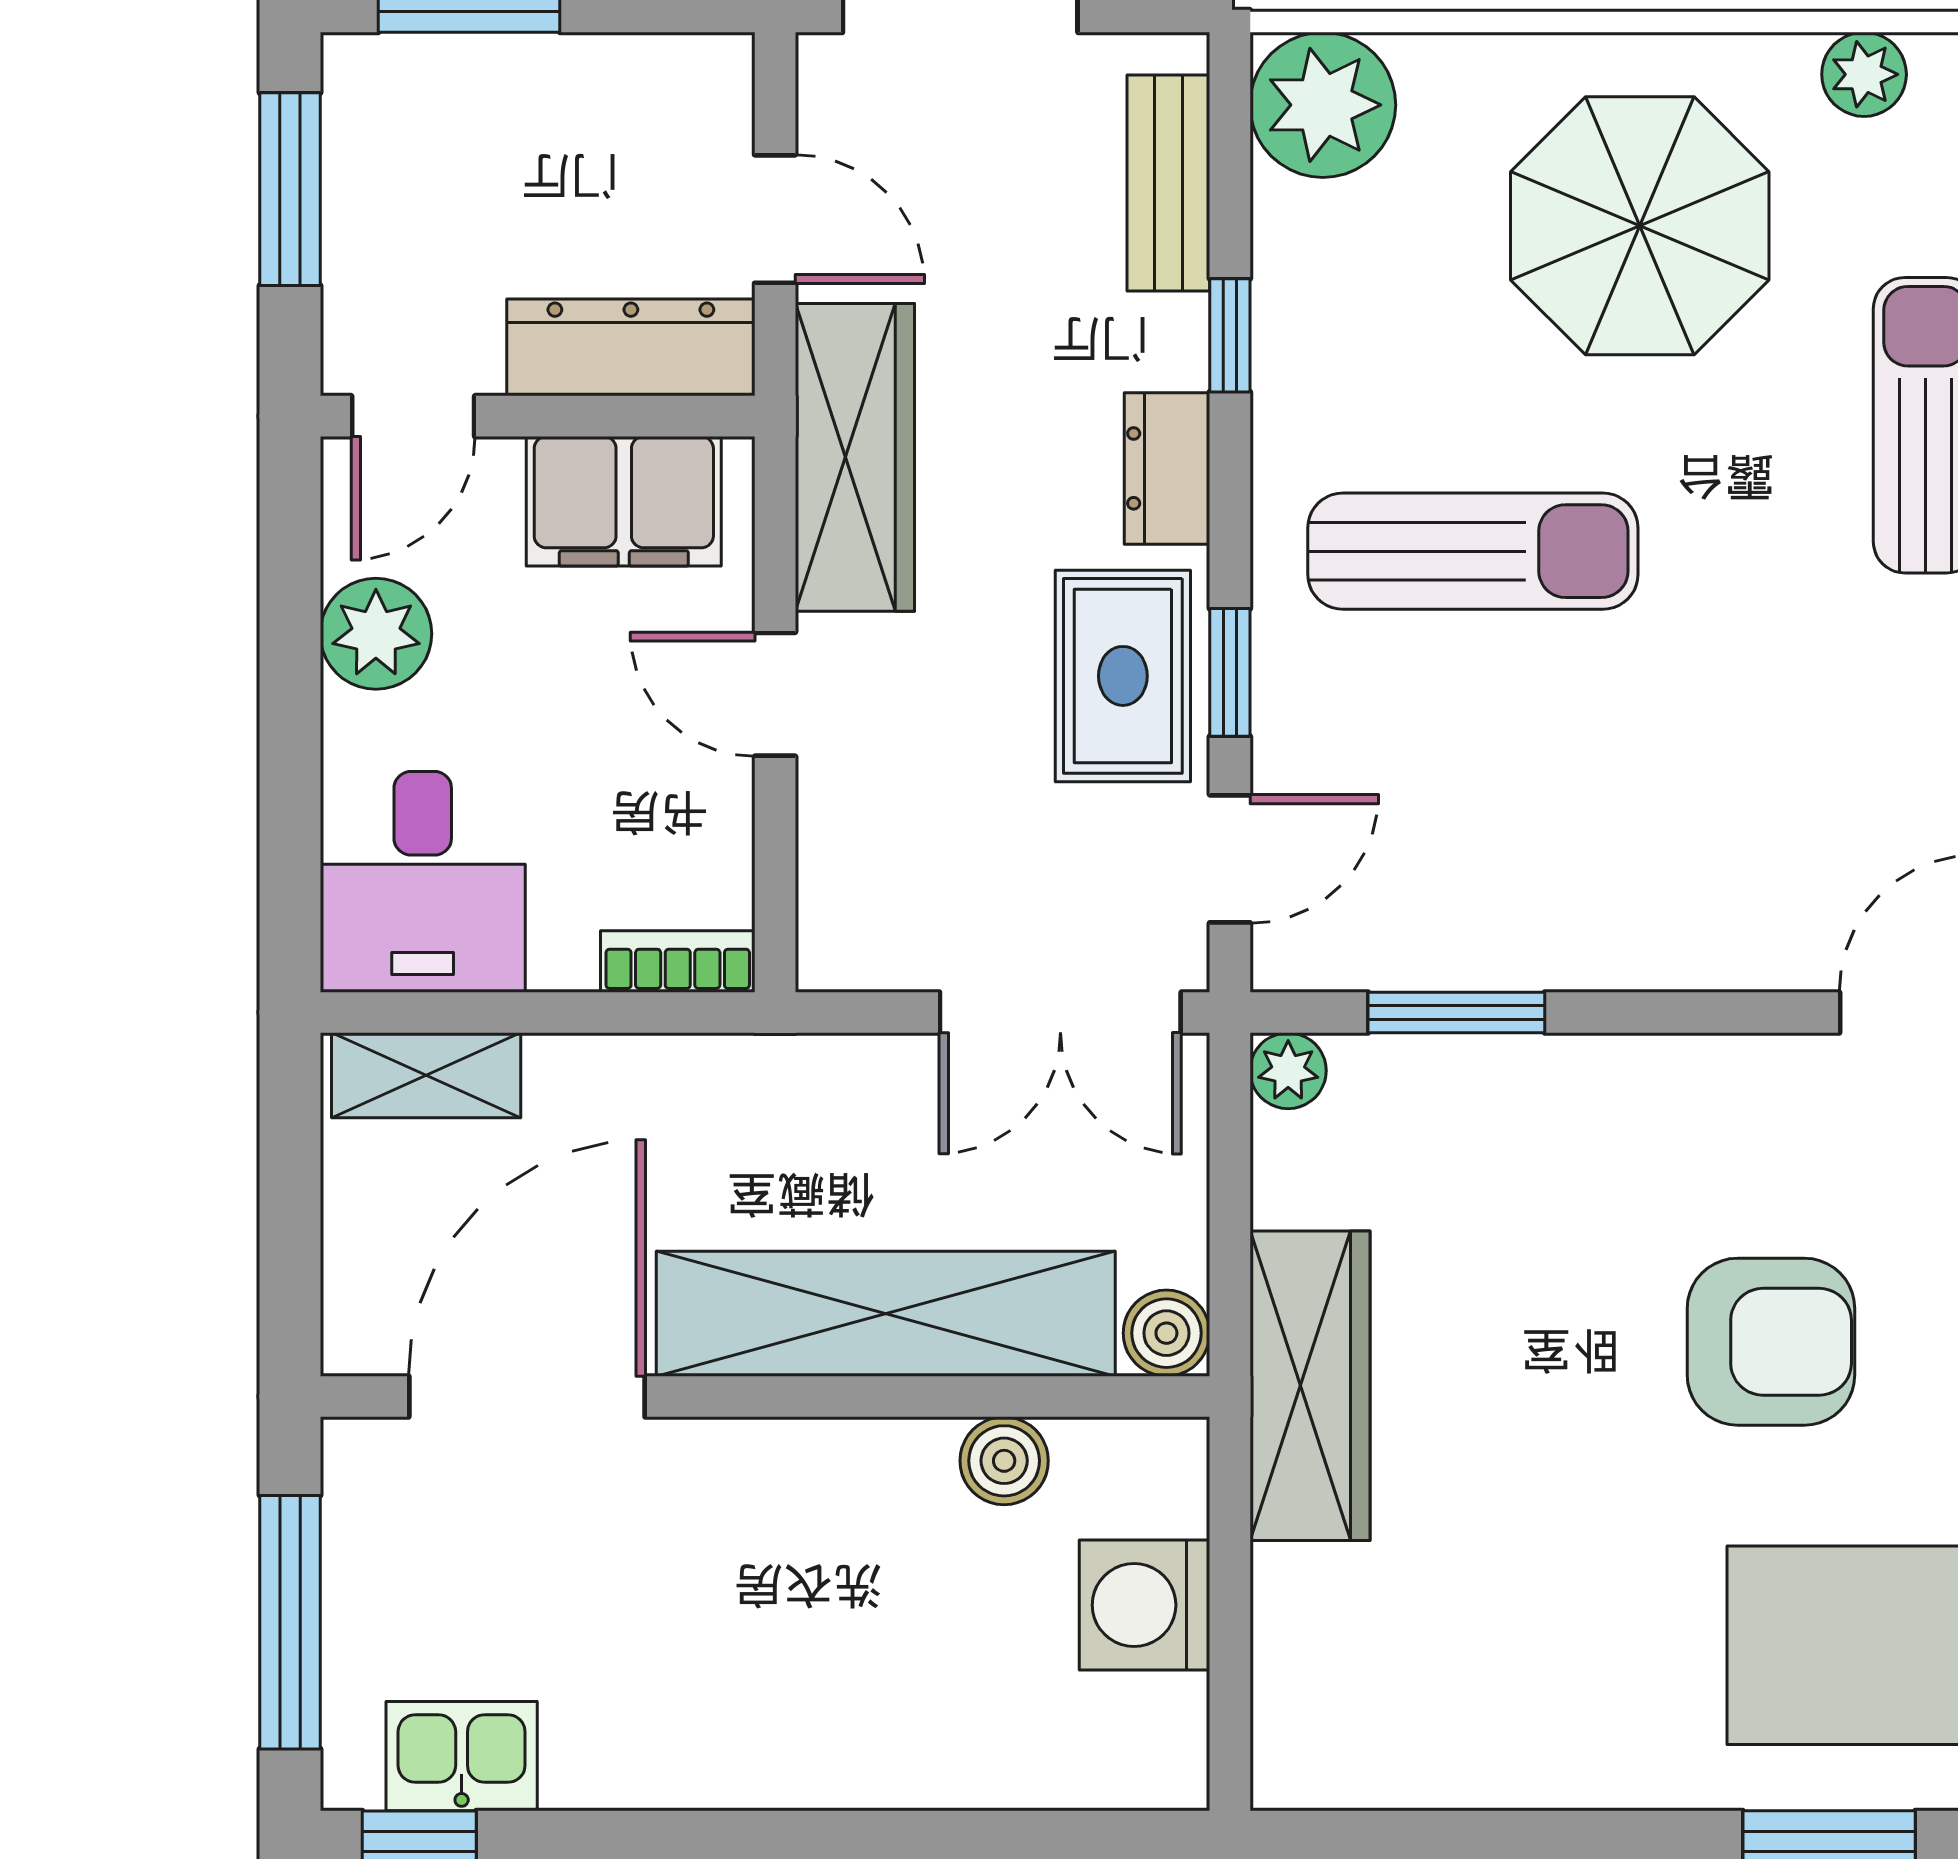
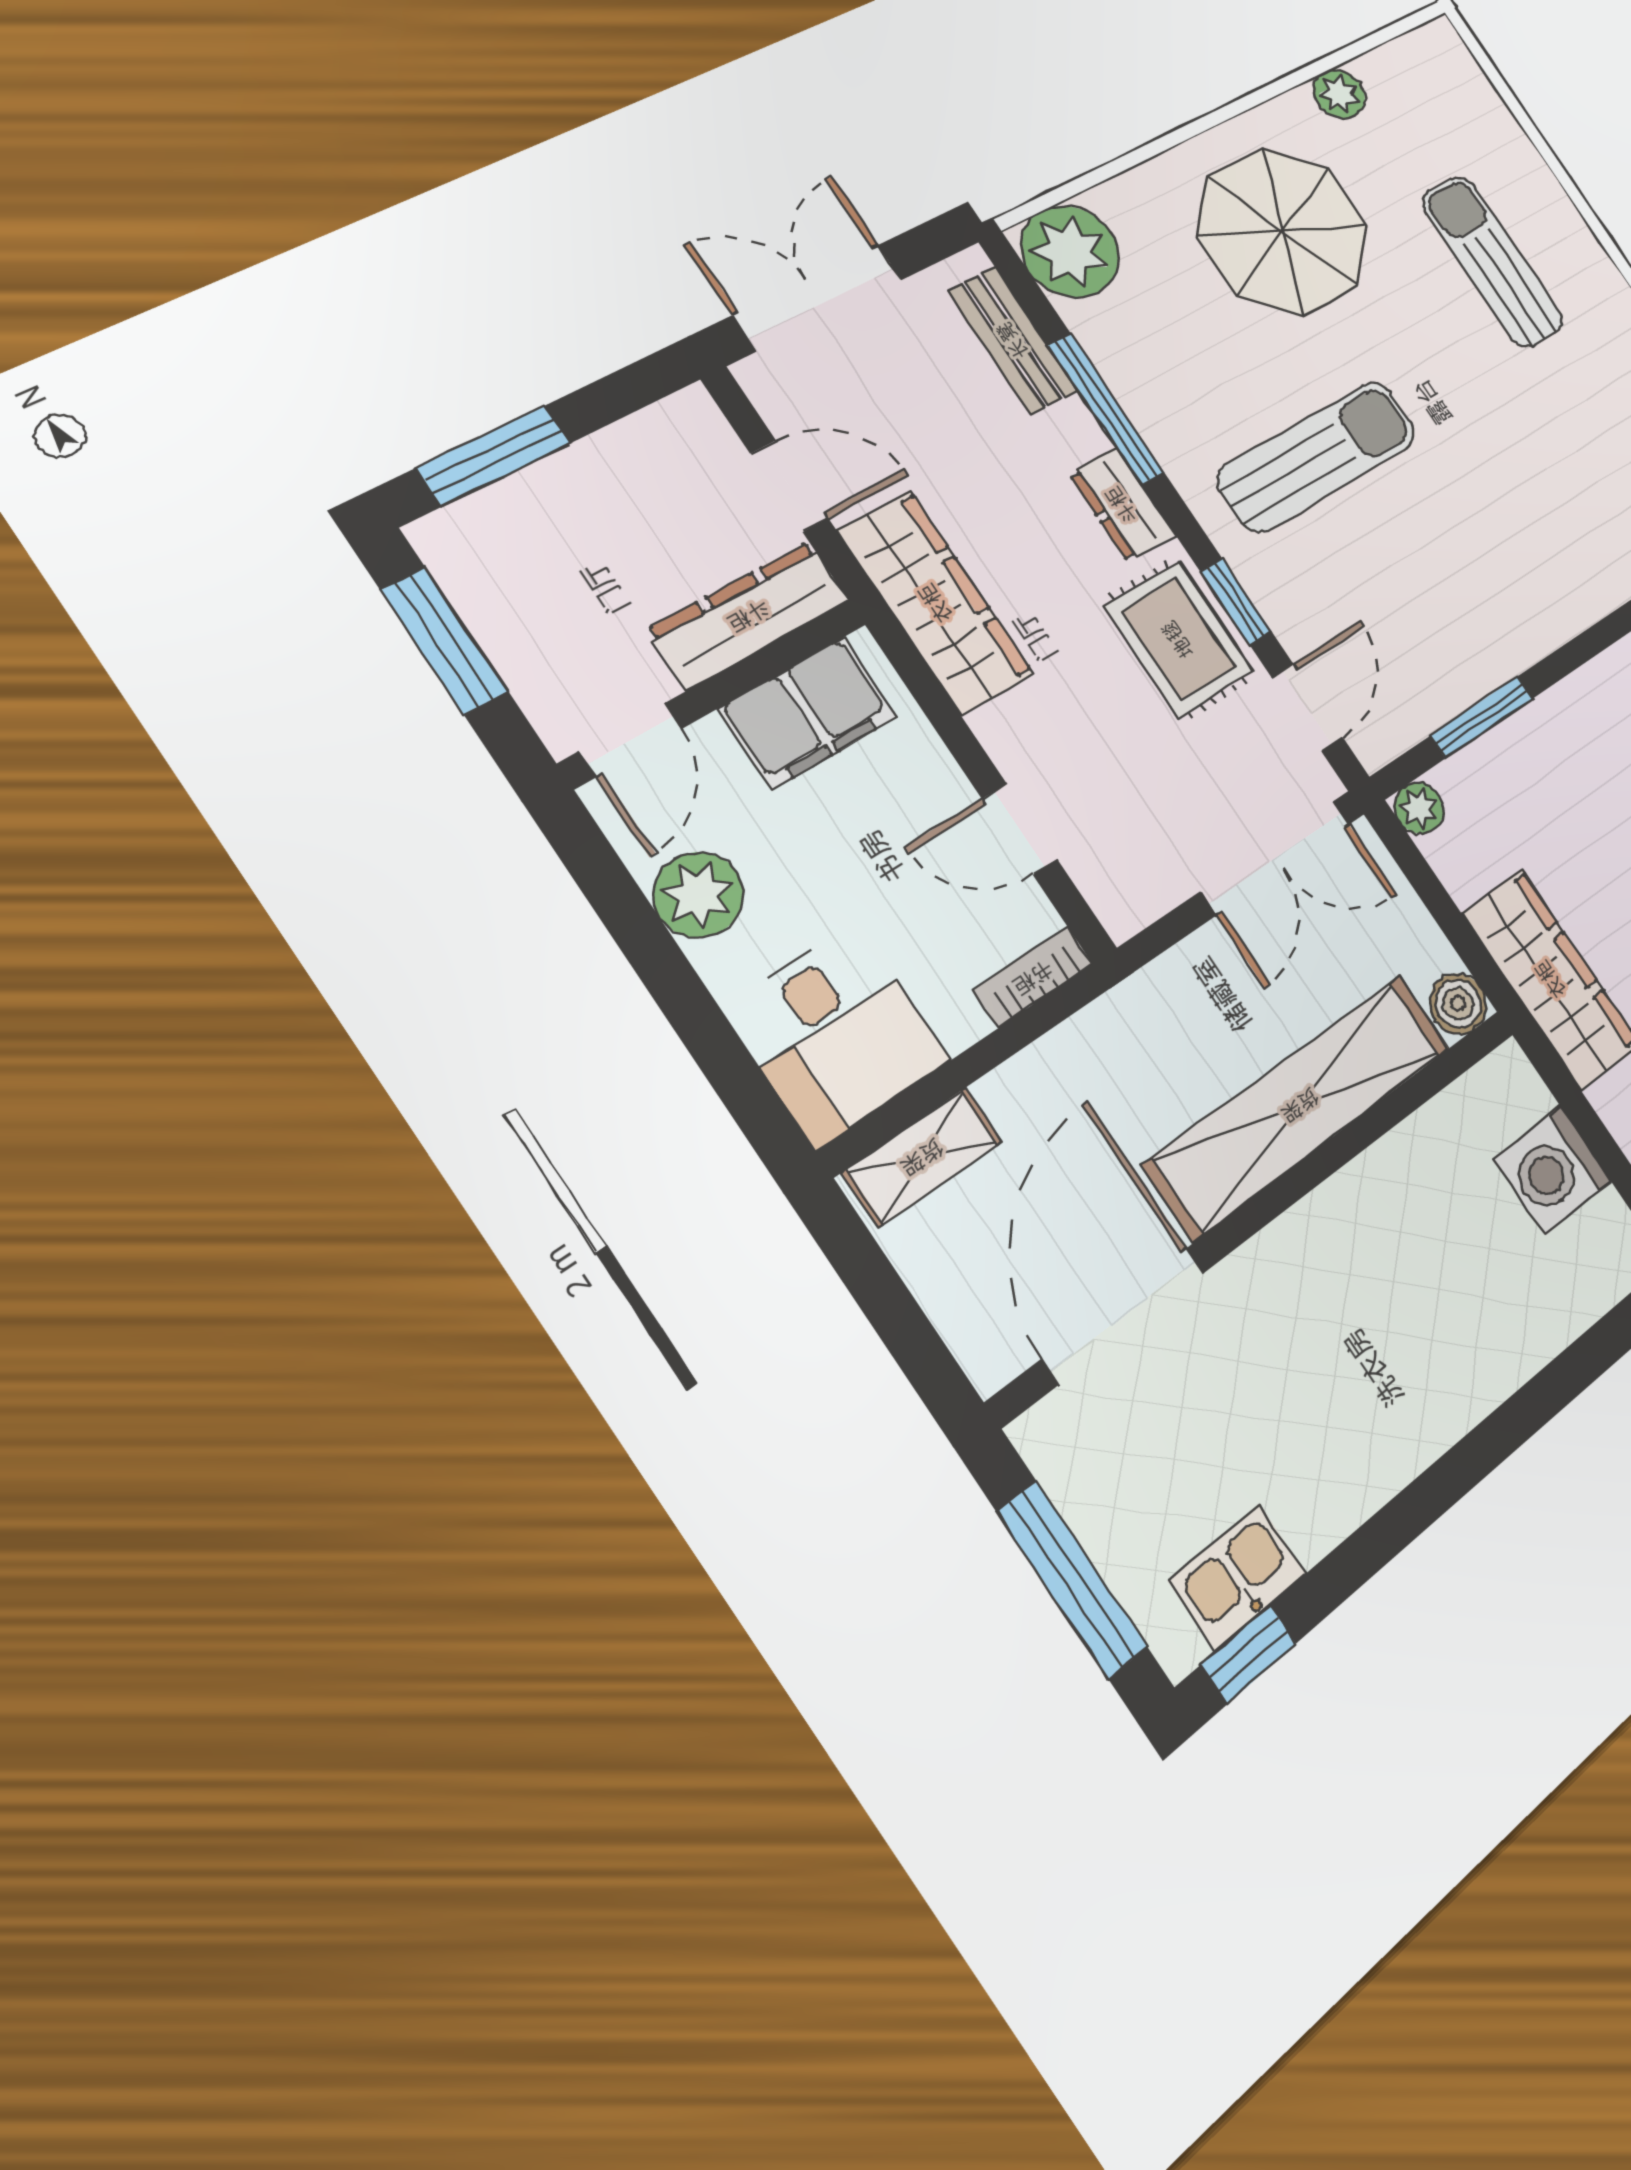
window: (1230, 335) -> (1106, 409), width x2.17
door: (775, 694) -> (1020, 829), moved
boiler: (1004, 1461) -> (1423, 1144), removed

